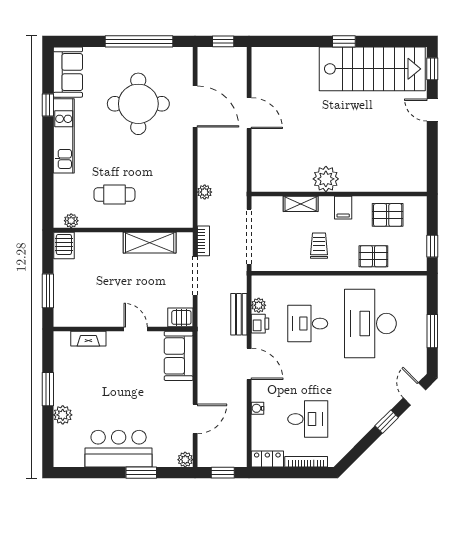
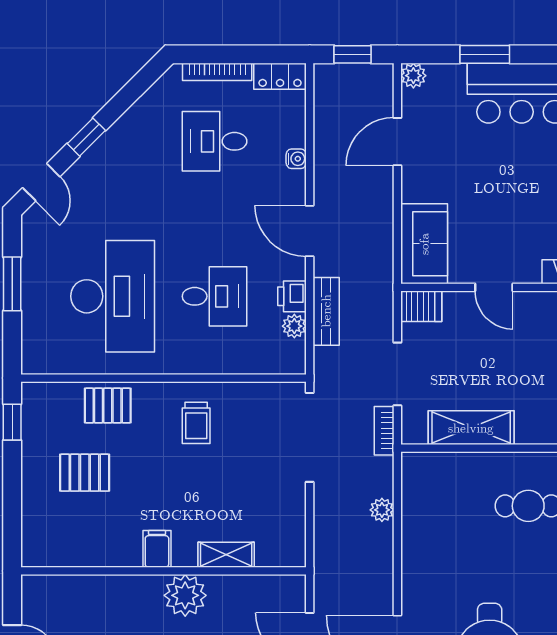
plant: (326, 179) -> (185, 595), moved
wall: (339, 194) -> (164, 571), moved
shelving: (301, 204) -> (226, 555), moved
filing cabinet: (343, 208) -> (157, 549), moved

